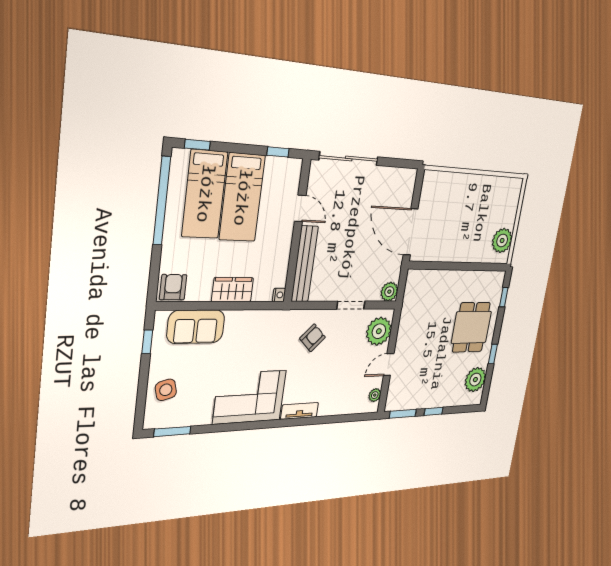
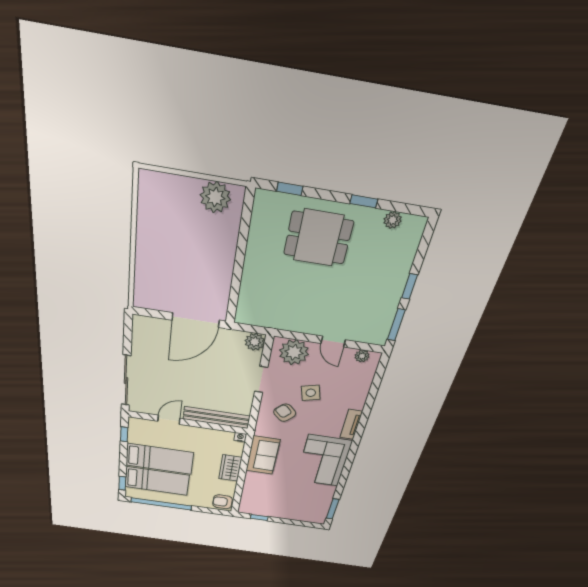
sofa: (196, 327) -> (263, 455), moved
plant: (475, 380) -> (393, 220), width x0.53, depth x0.53
side table: (166, 390) -> (311, 393), moved

